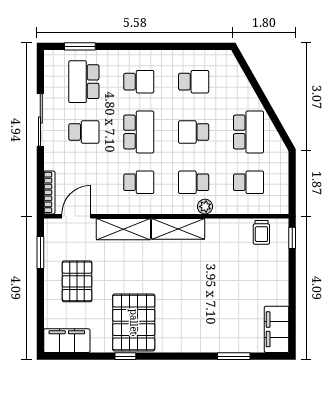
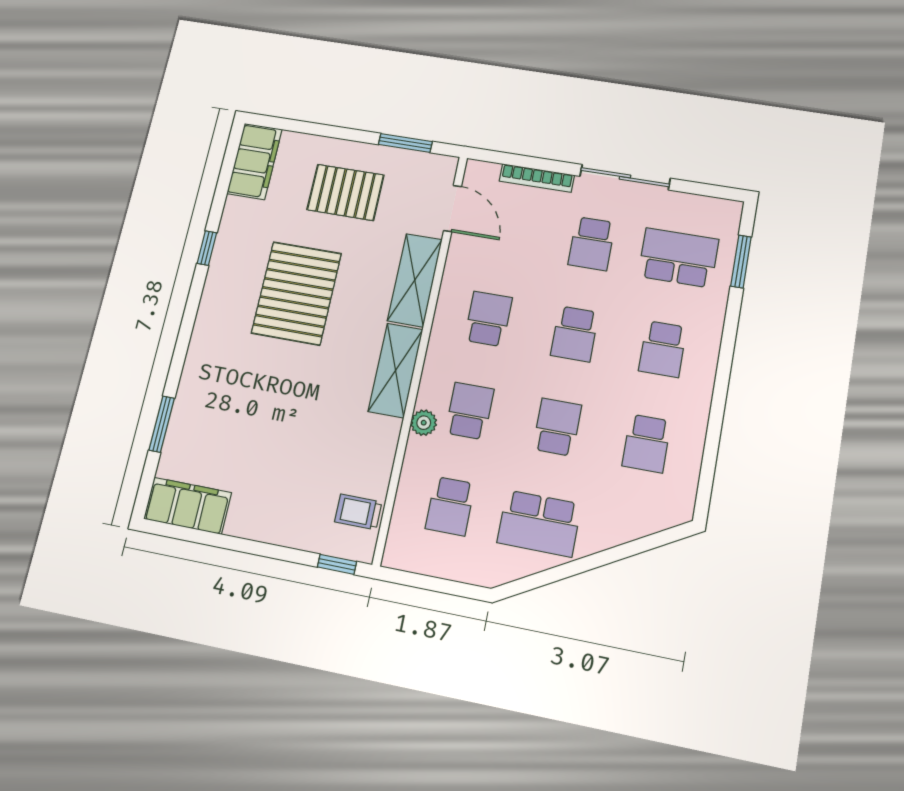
school desk: (139, 132) -> (575, 334), width x0.54
school desk: (139, 182) -> (488, 319), turned 180
bookcase: (49, 192) -> (537, 178), moved
pallet: (134, 322) -> (296, 293), moved, turned 90

